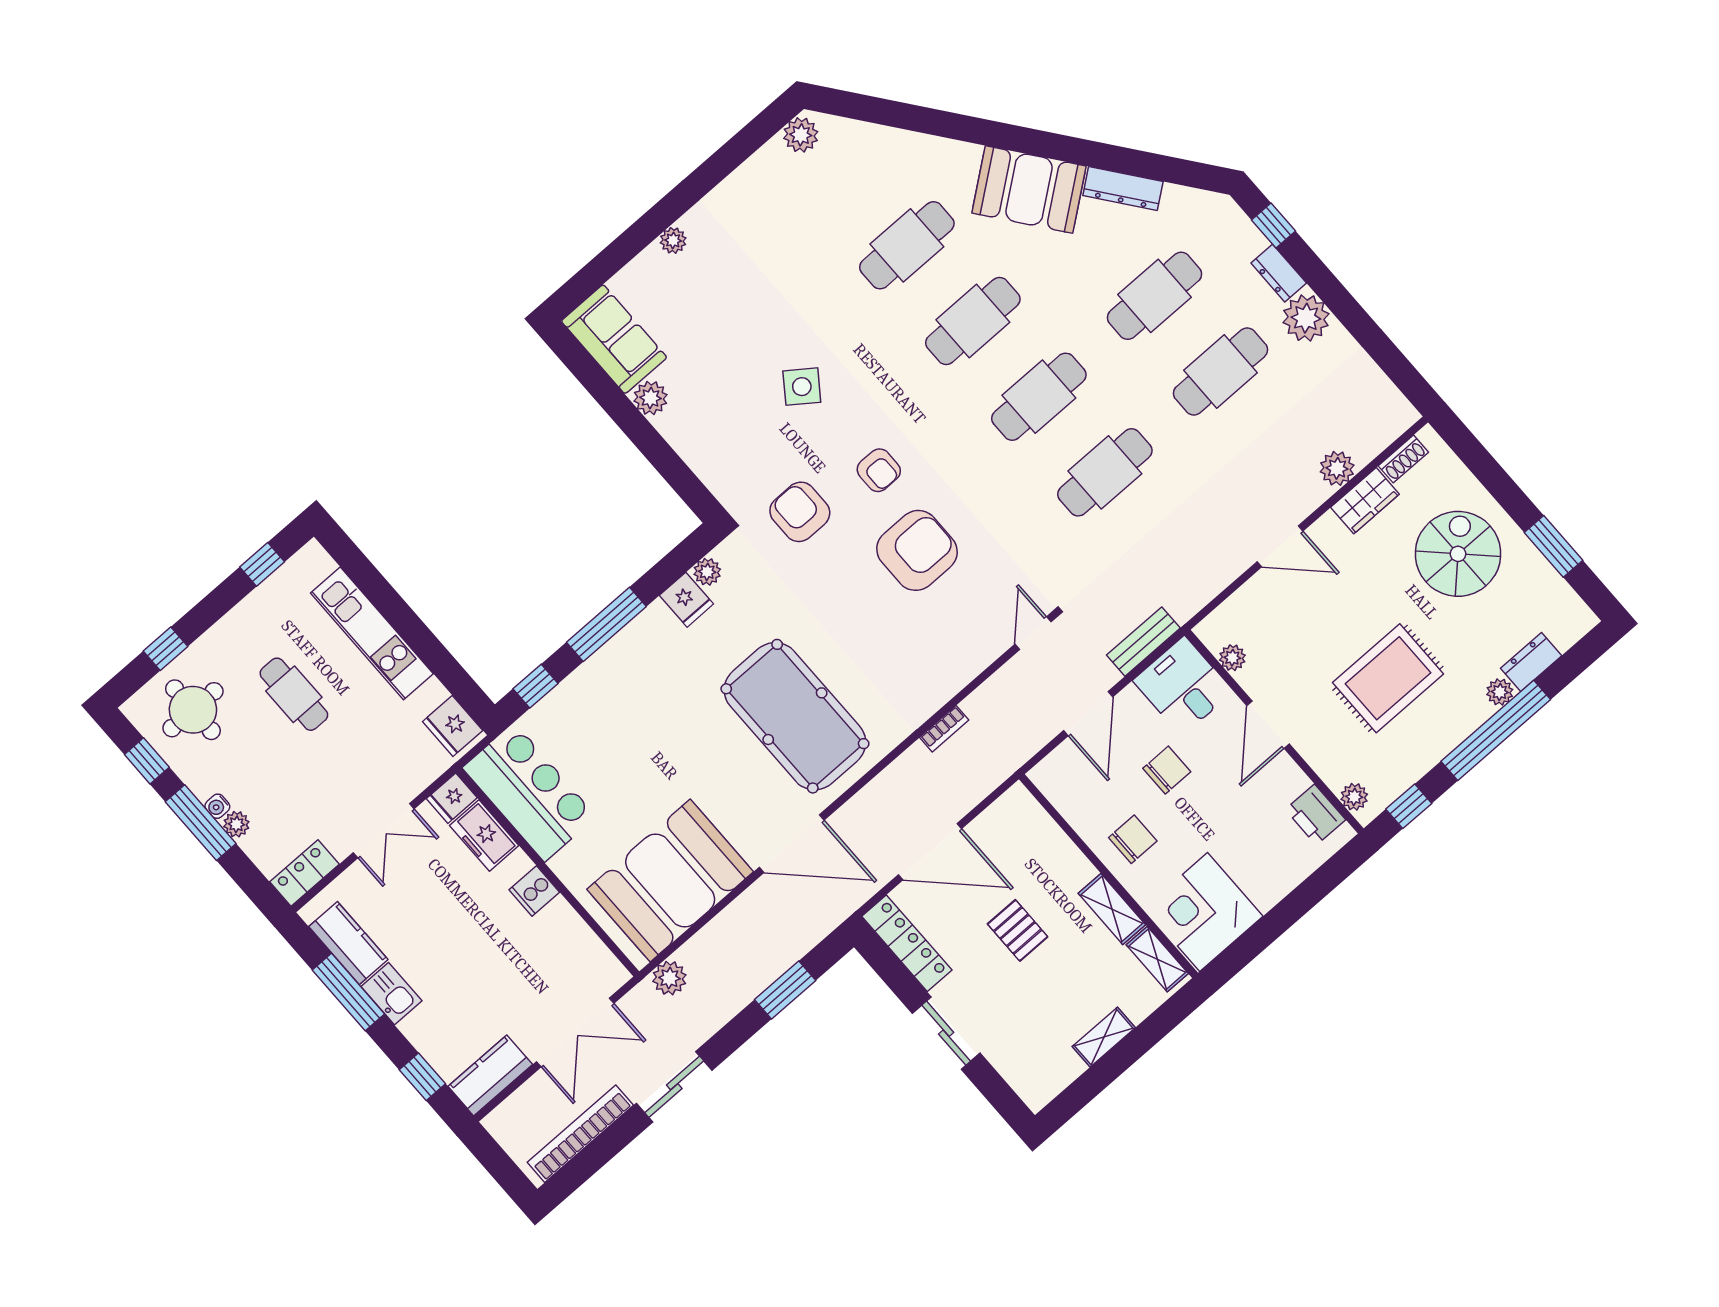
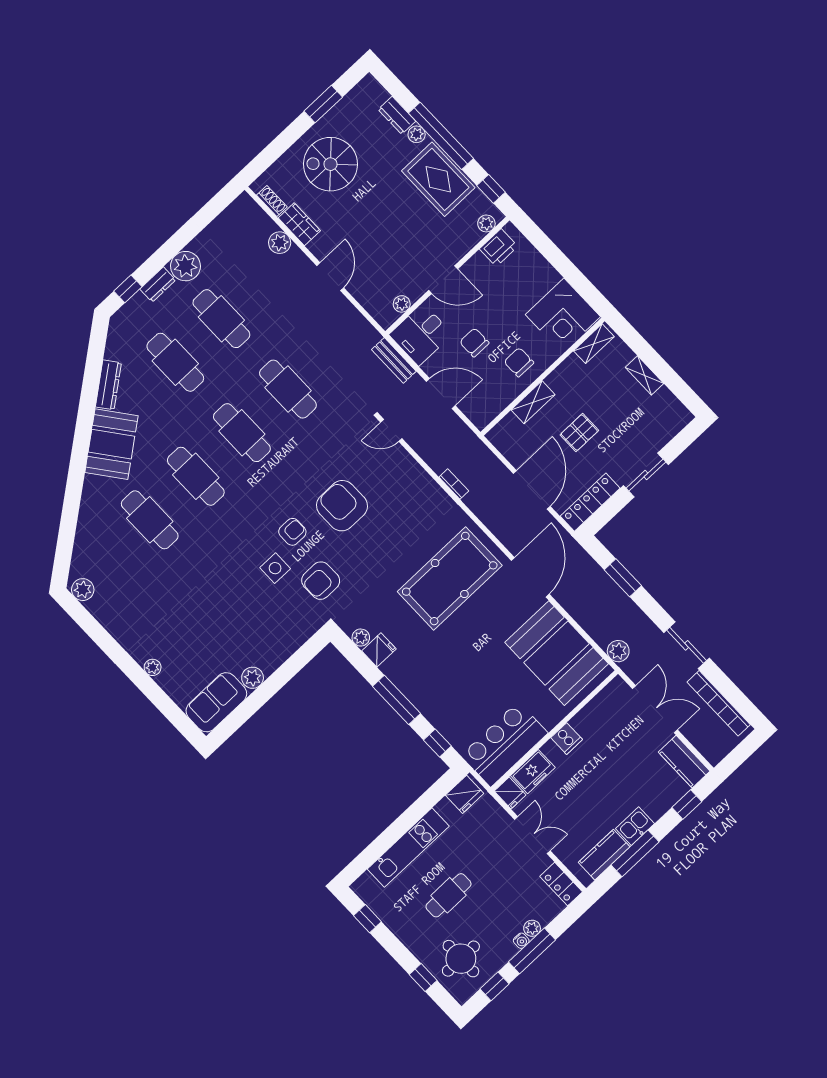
side table: (802, 387) -> (275, 568), moved, turned -36
rug: (1388, 678) -> (438, 179), moved
shelving: (1112, 909) -> (533, 402), moved

